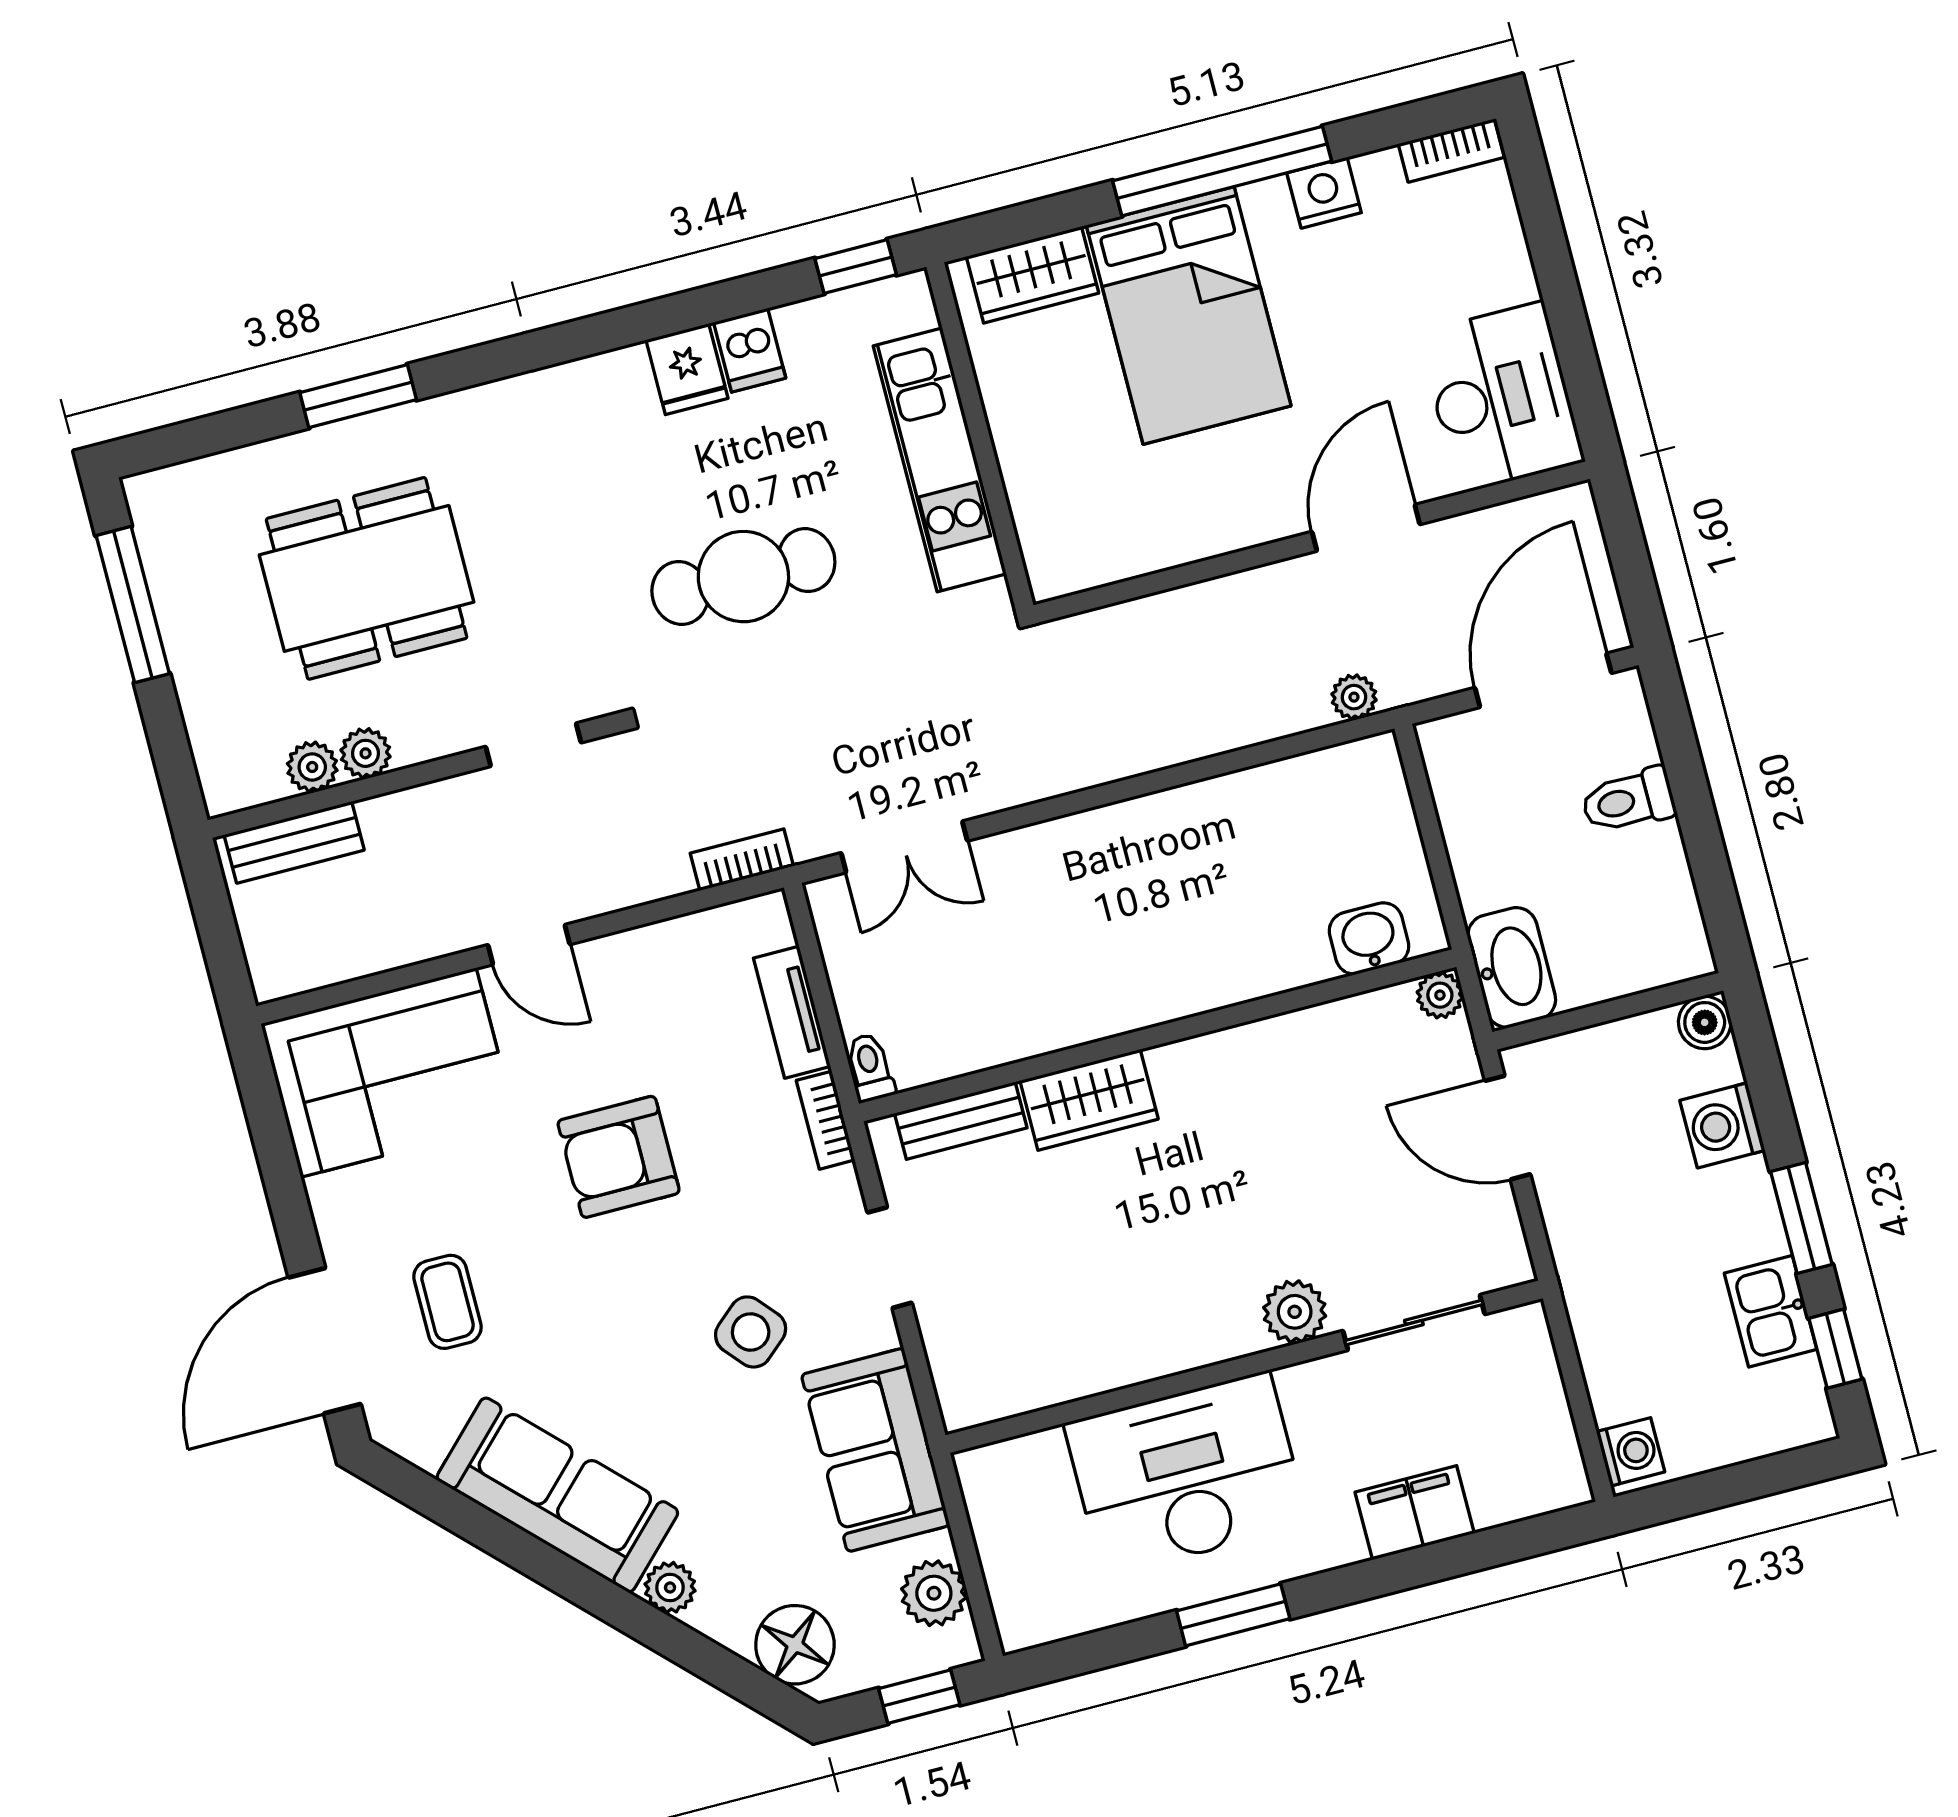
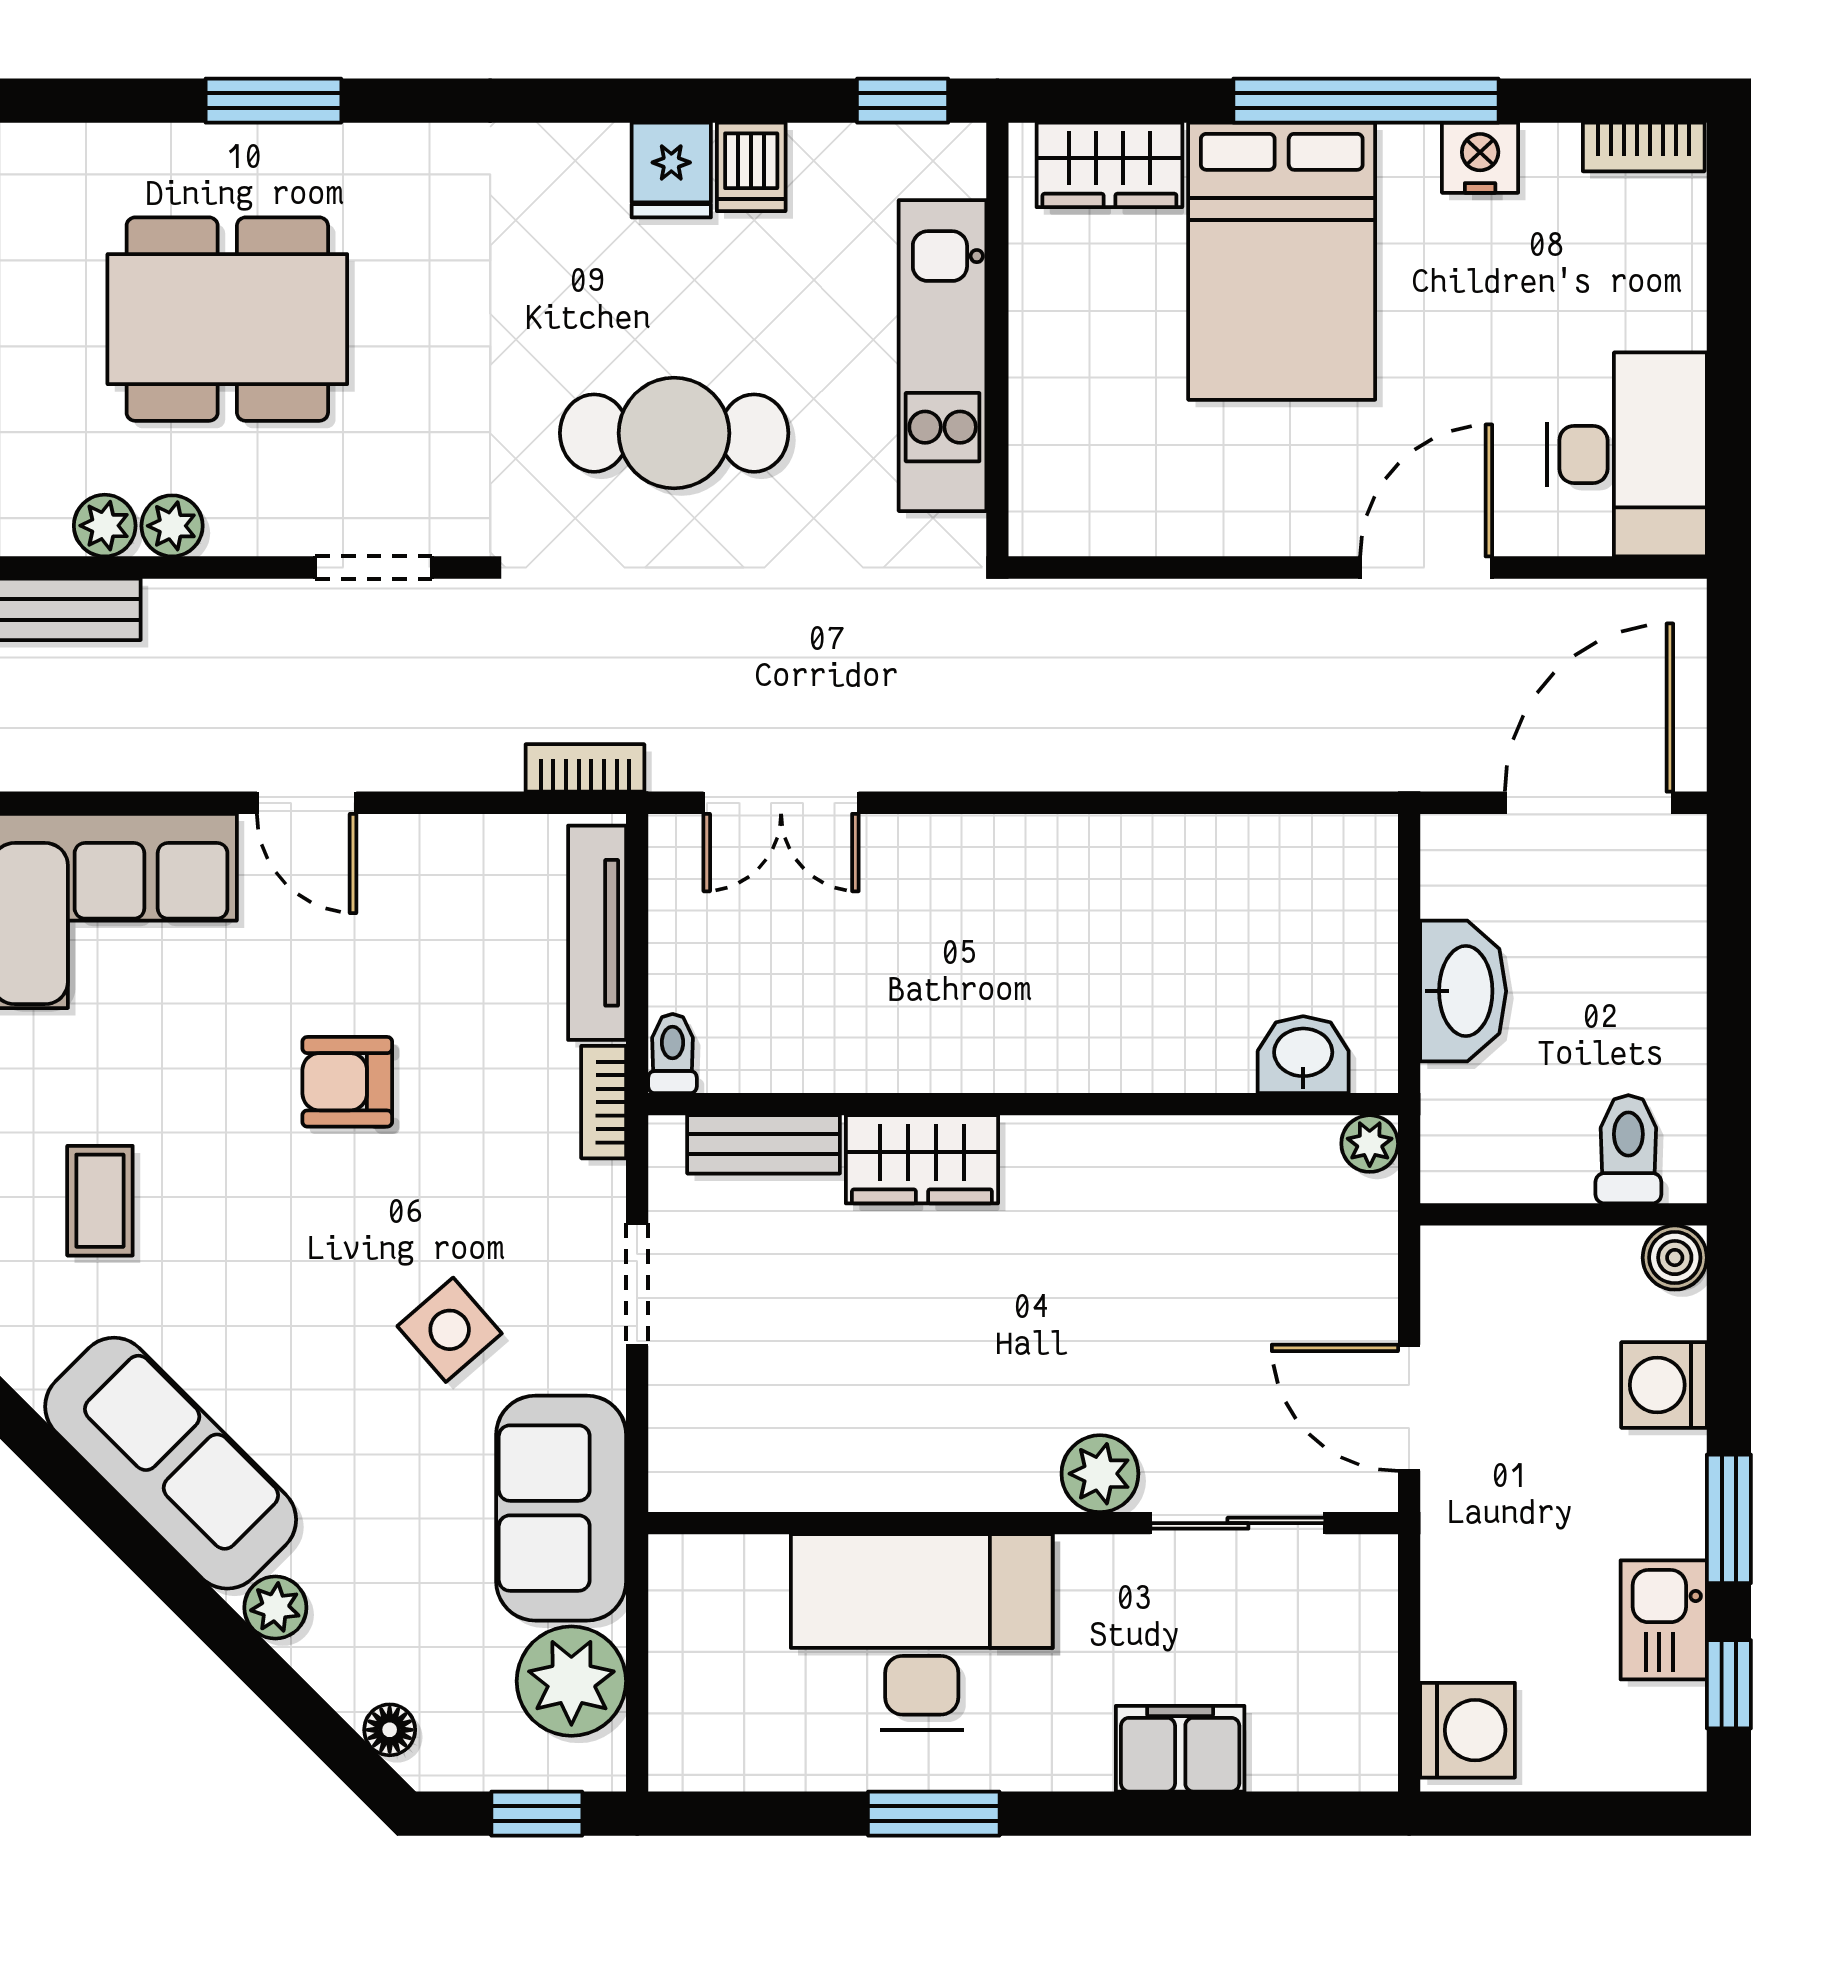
plant: (1354, 697) -> (1360, 764), removed
toilet: (1628, 801) -> (1628, 1149), moved, turned 90
washbasin: (1512, 967) -> (1463, 991), moved
tv unit: (792, 1012) -> (597, 933), width x1.41
door: (1508, 1128) -> (1409, 1408), moved
armchair: (619, 1157) -> (347, 1082), width x0.72, depth x0.72
washing machine: (1631, 1452) -> (1468, 1730), width x1.38, depth x1.38
plant: (934, 1593) -> (571, 1681), width x1.36, depth x1.36
floor lamp: (795, 1645) -> (390, 1730), width x0.53, depth x0.53

